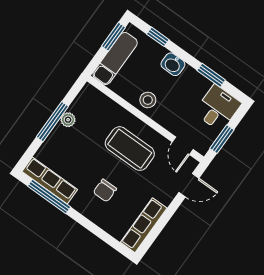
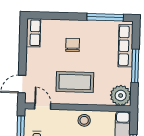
plant: (68, 120) -> (121, 95), moved, width x1.87, depth x1.87
row of seats: (50, 181) -> (126, 46), moved, turned 90
row of seats: (144, 225) -> (33, 33), width x0.68

